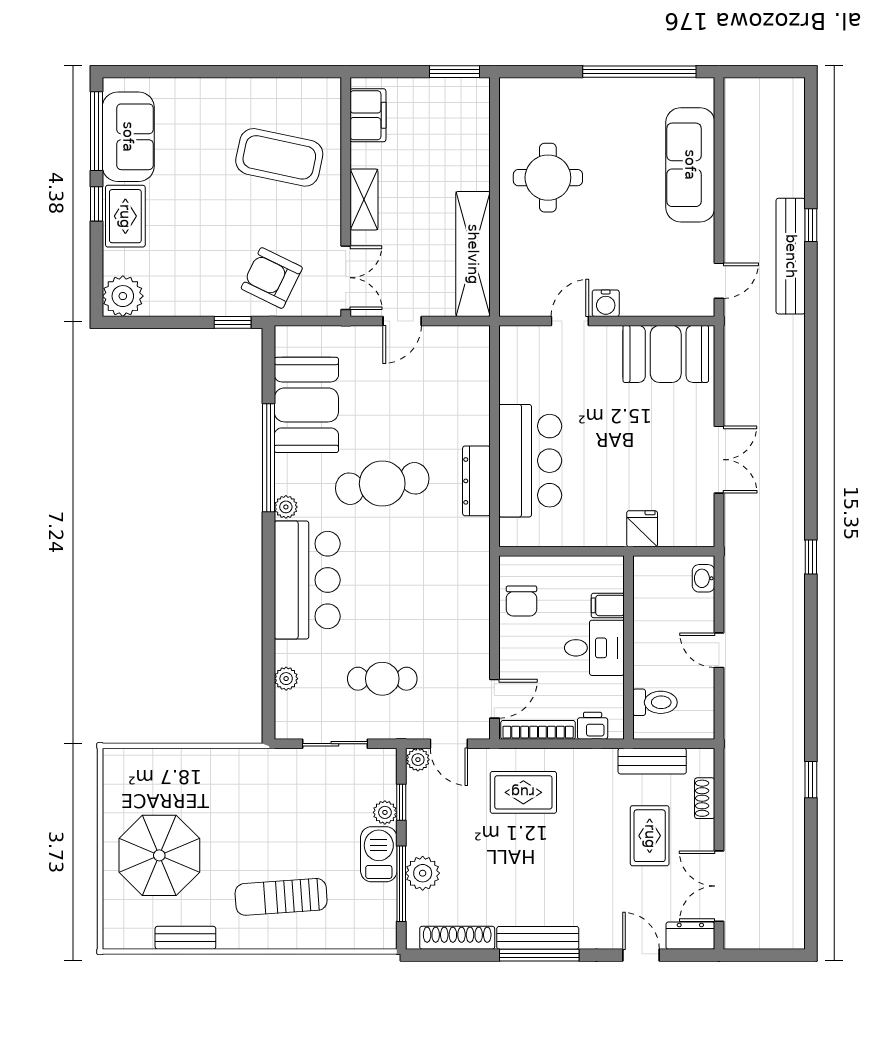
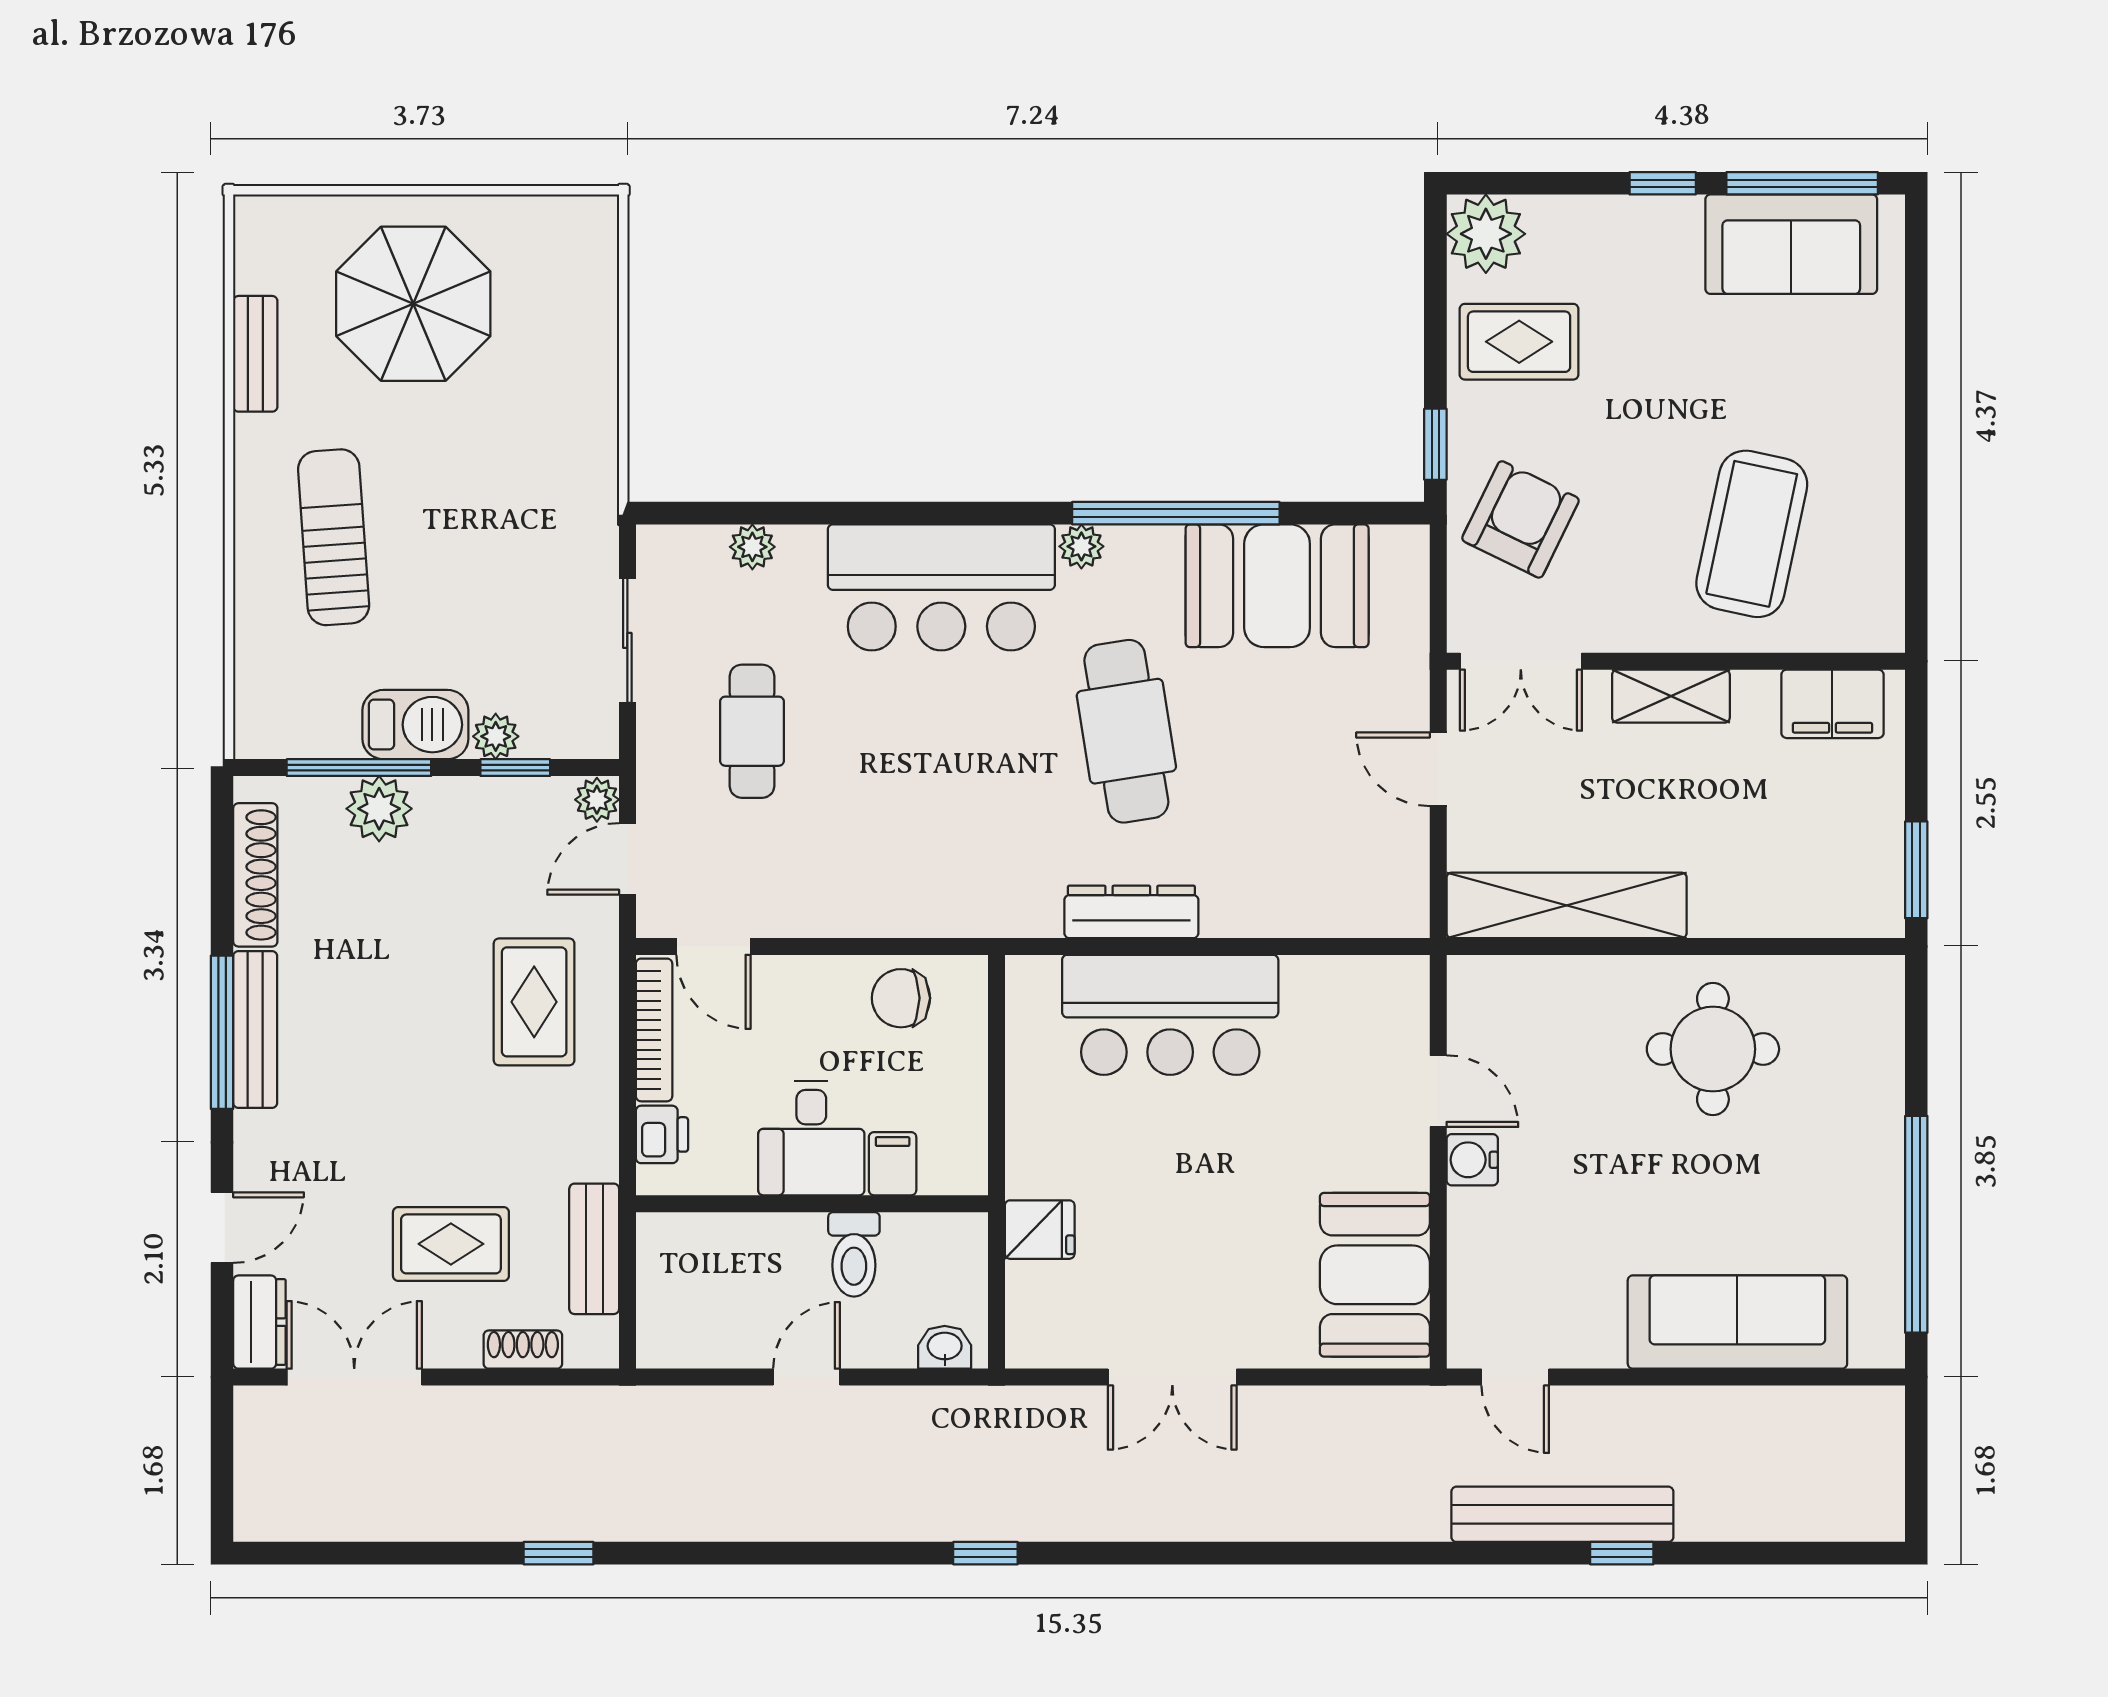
rug: (125, 216) -> (1519, 342), moved
toilet: (655, 702) -> (854, 1254), moved

